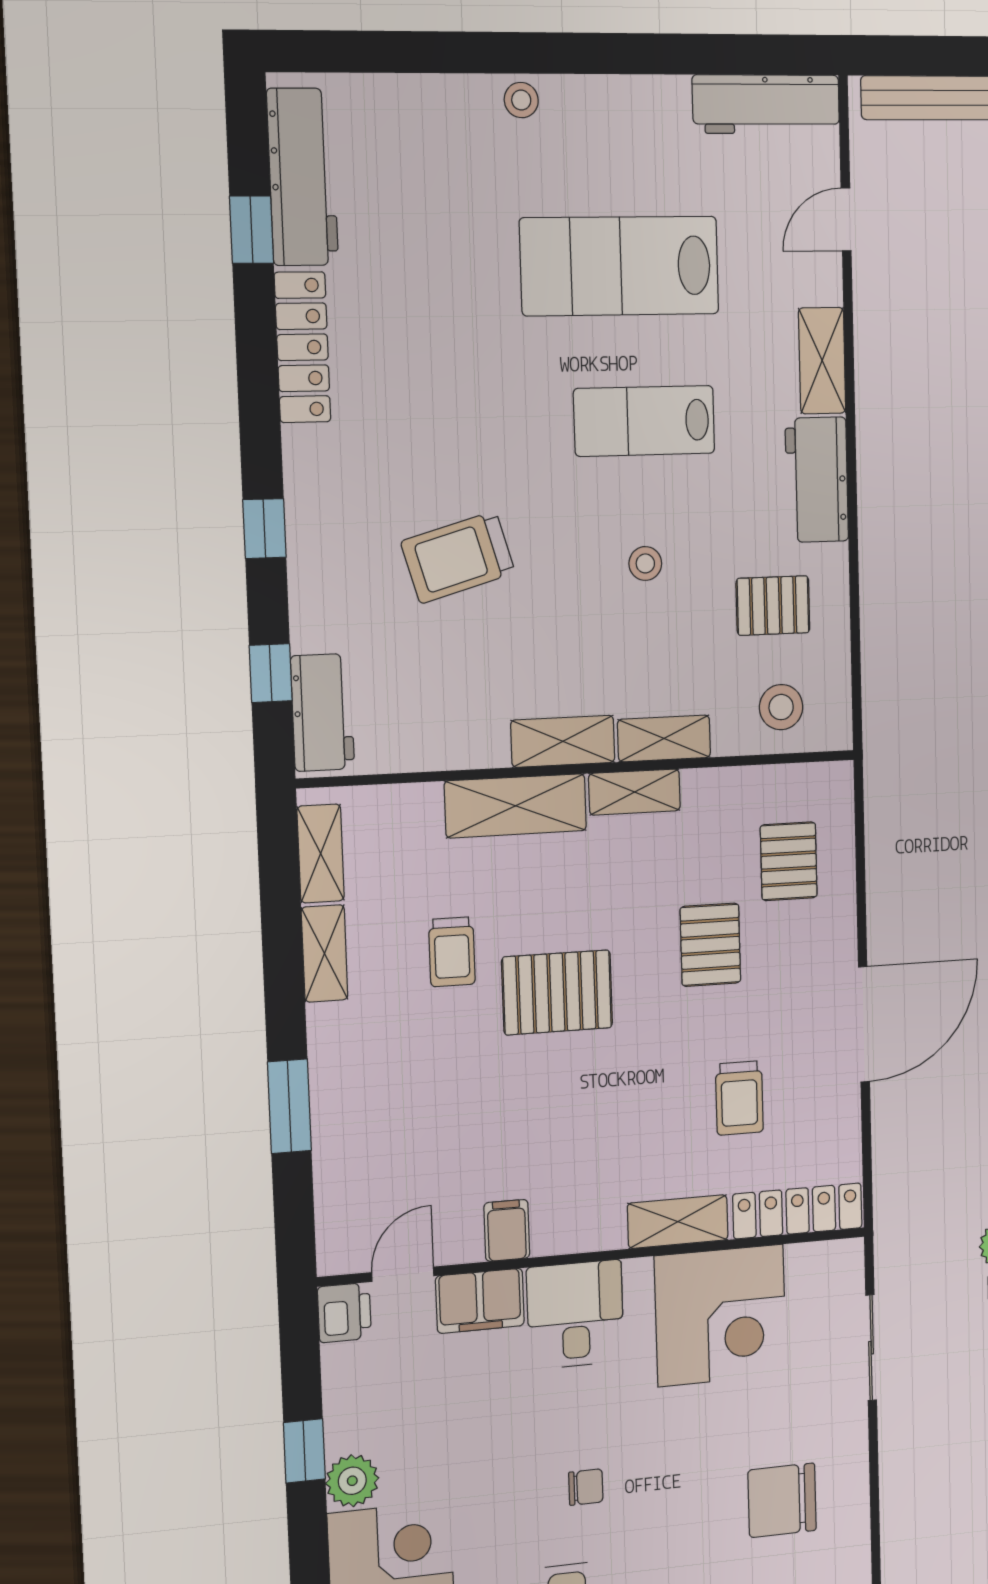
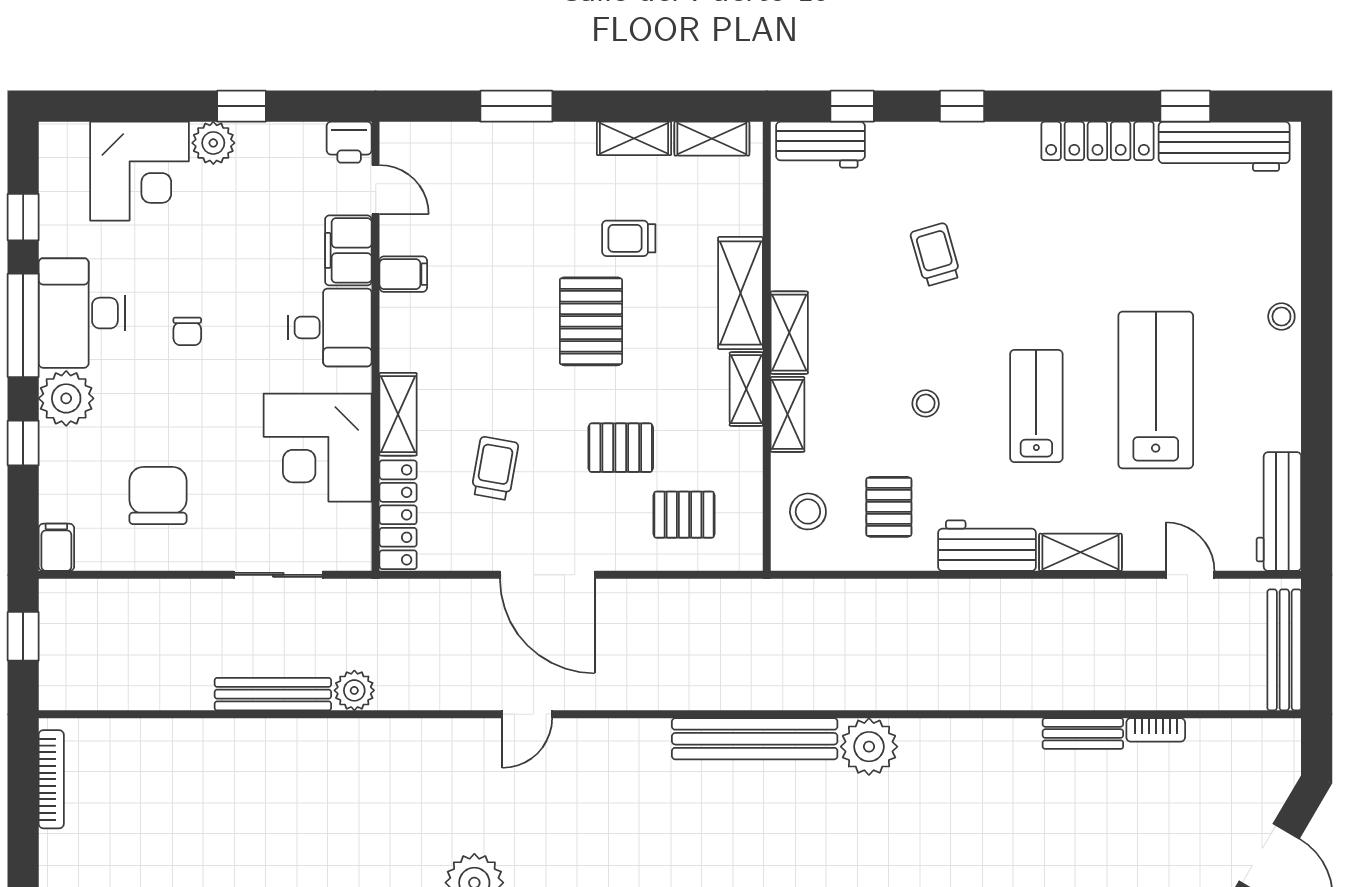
trolley: (458, 557) -> (935, 255), width x0.73, depth x0.72
trolley: (739, 1098) -> (495, 468), turned 100

